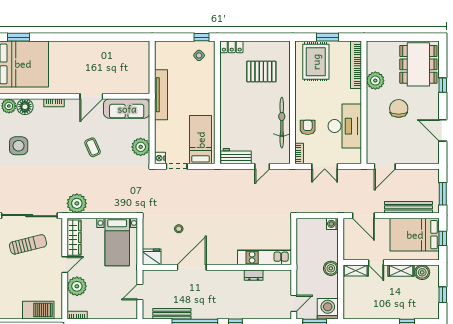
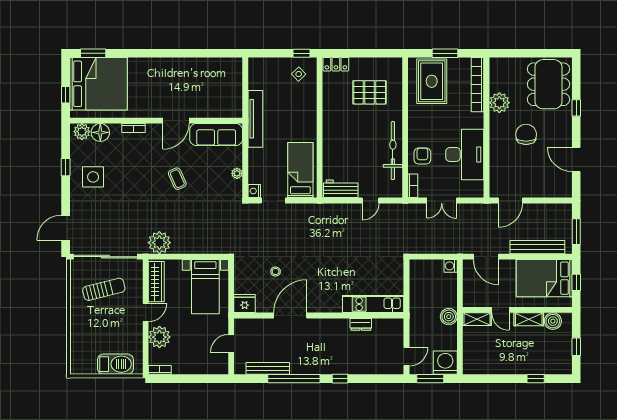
plant: (141, 147) -> (237, 173), width x0.53, depth x0.53

